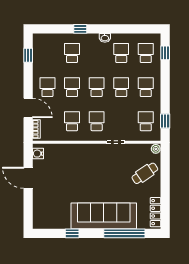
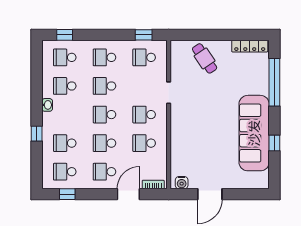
school desk: (47, 53) -> (65, 172), added
plant: (156, 149) -> (176, 46), removed
sofa: (104, 216) -> (254, 133), moved

